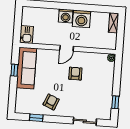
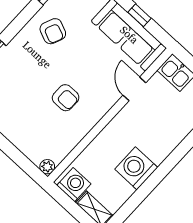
washing machine: (66, 16) -> (74, 185), moved, turned 90
door: (67, 48) -> (134, 89), moved

